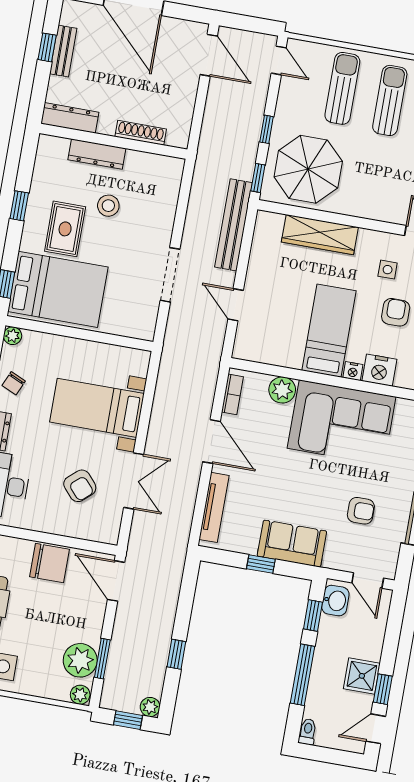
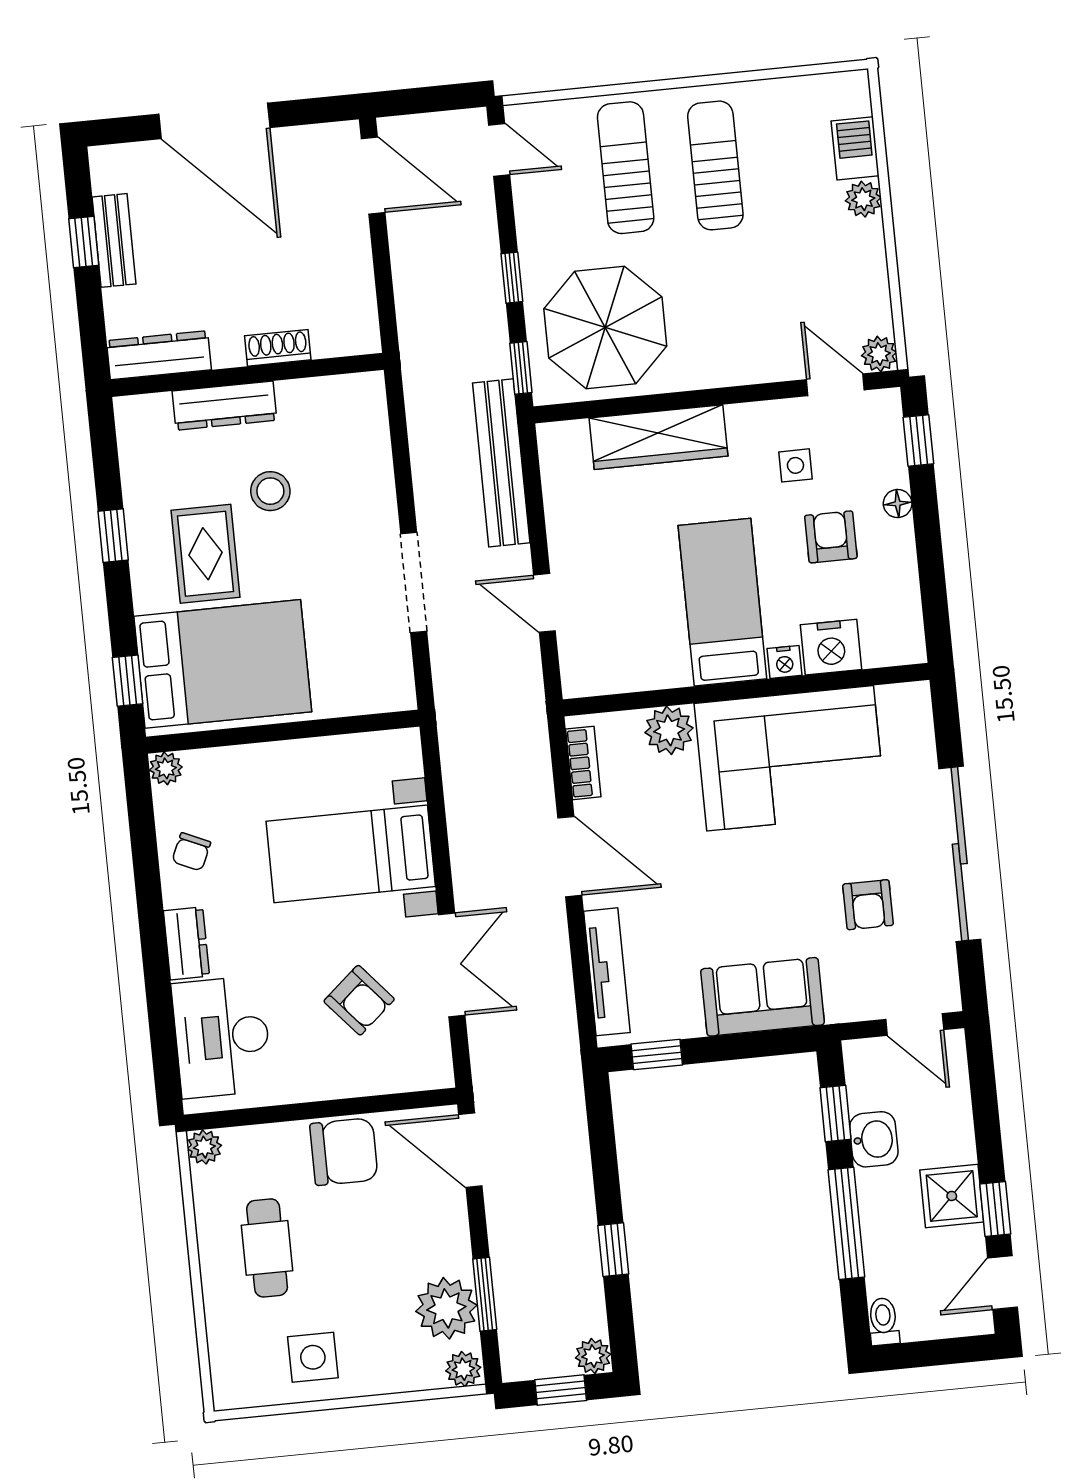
shoe rack: (141, 133) -> (278, 348), width x0.70
armchair: (361, 511) -> (868, 905), turned 90
window: (261, 564) -> (657, 1054), moved
washbasin: (335, 601) -> (874, 1139), moved

